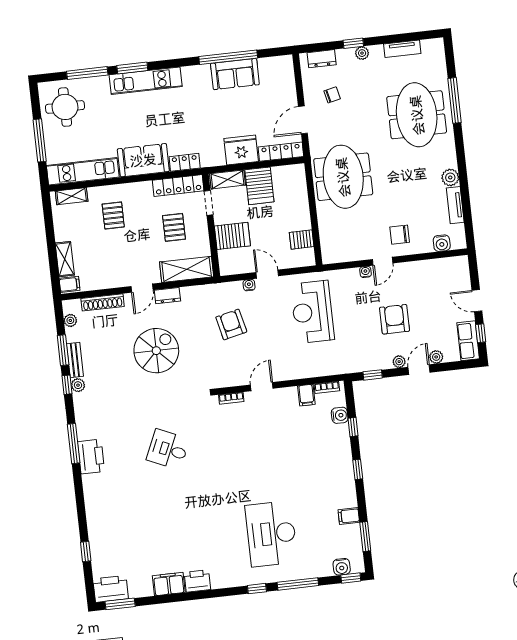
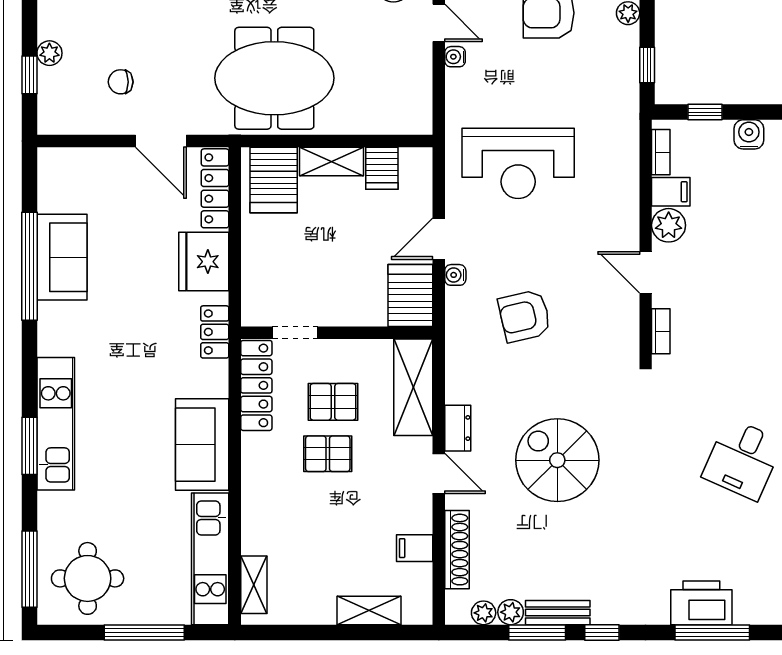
window: (353, 43) -> (29, 75), moved
plant: (362, 53) -> (49, 53), moved
dresser: (322, 59) -> (51, 94), removed
window: (87, 73) -> (29, 569), moved
chair: (332, 95) -> (121, 82), turned -77
locker: (185, 162) -> (215, 332), moved
shelving: (227, 179) -> (331, 161), moved, turned 90
server rack: (259, 186) -> (274, 180), moved, turned 90
pallet: (113, 215) -> (328, 454), moved
server rack: (232, 236) -> (410, 296), moved
filing cabinet: (70, 284) -> (415, 548), moved, turned -90
plant: (78, 385) -> (511, 612), moved
plant: (288, 396) -> (669, 225), added
water cooler: (340, 415) -> (749, 134), moved
window: (353, 427) -> (705, 112), moved
printer: (91, 457) -> (701, 603), moved

